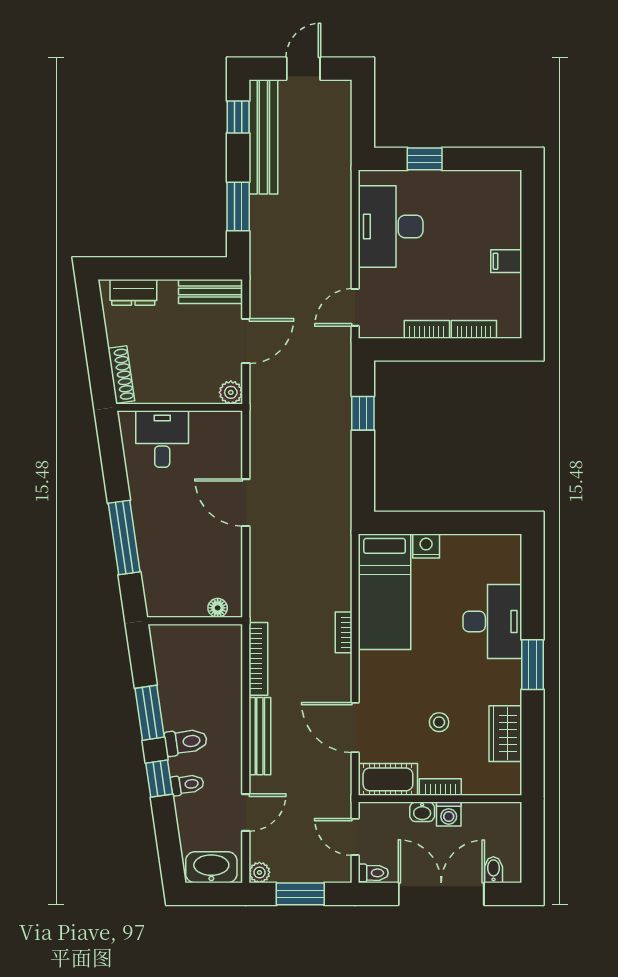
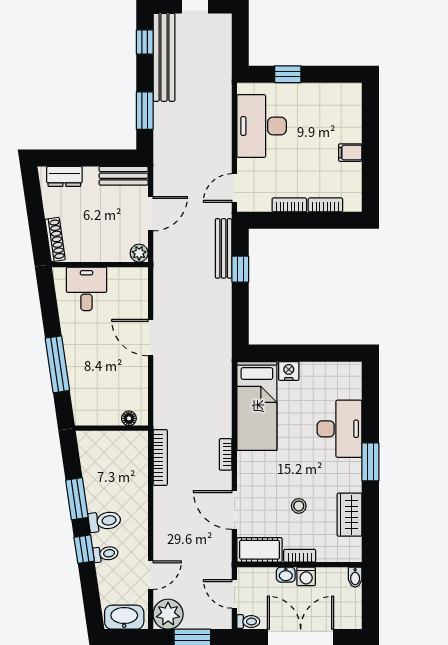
bookcase: (344, 632) -> (226, 454), moved
bench: (260, 736) -> (224, 248), moved
bidet: (493, 870) -> (355, 577), moved, turned 180
plant: (259, 872) -> (168, 614), width x1.88, depth x1.88

